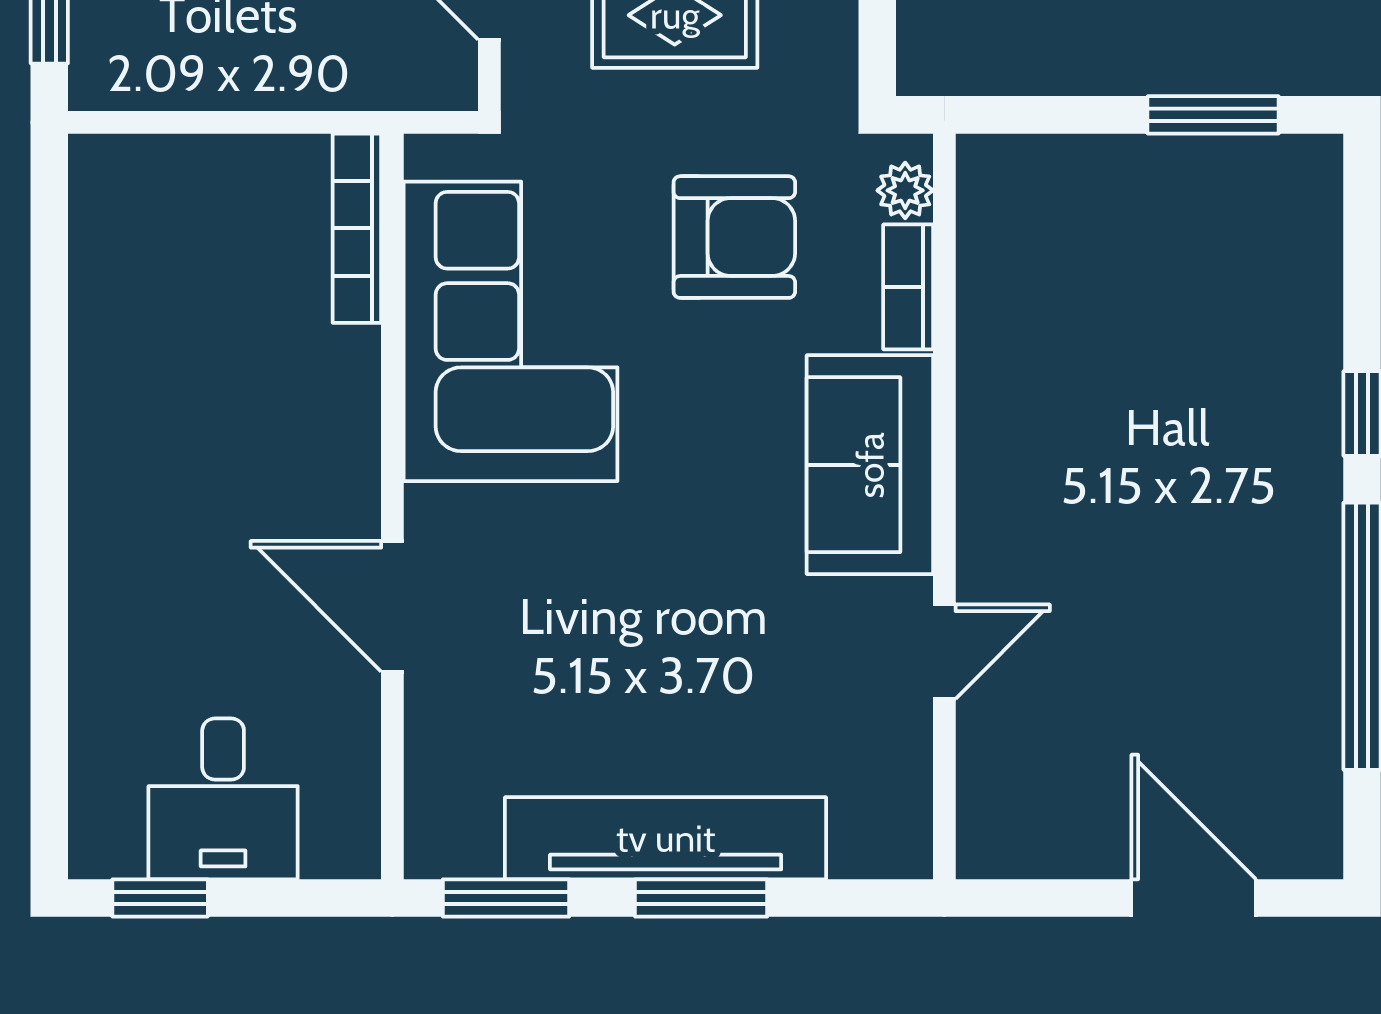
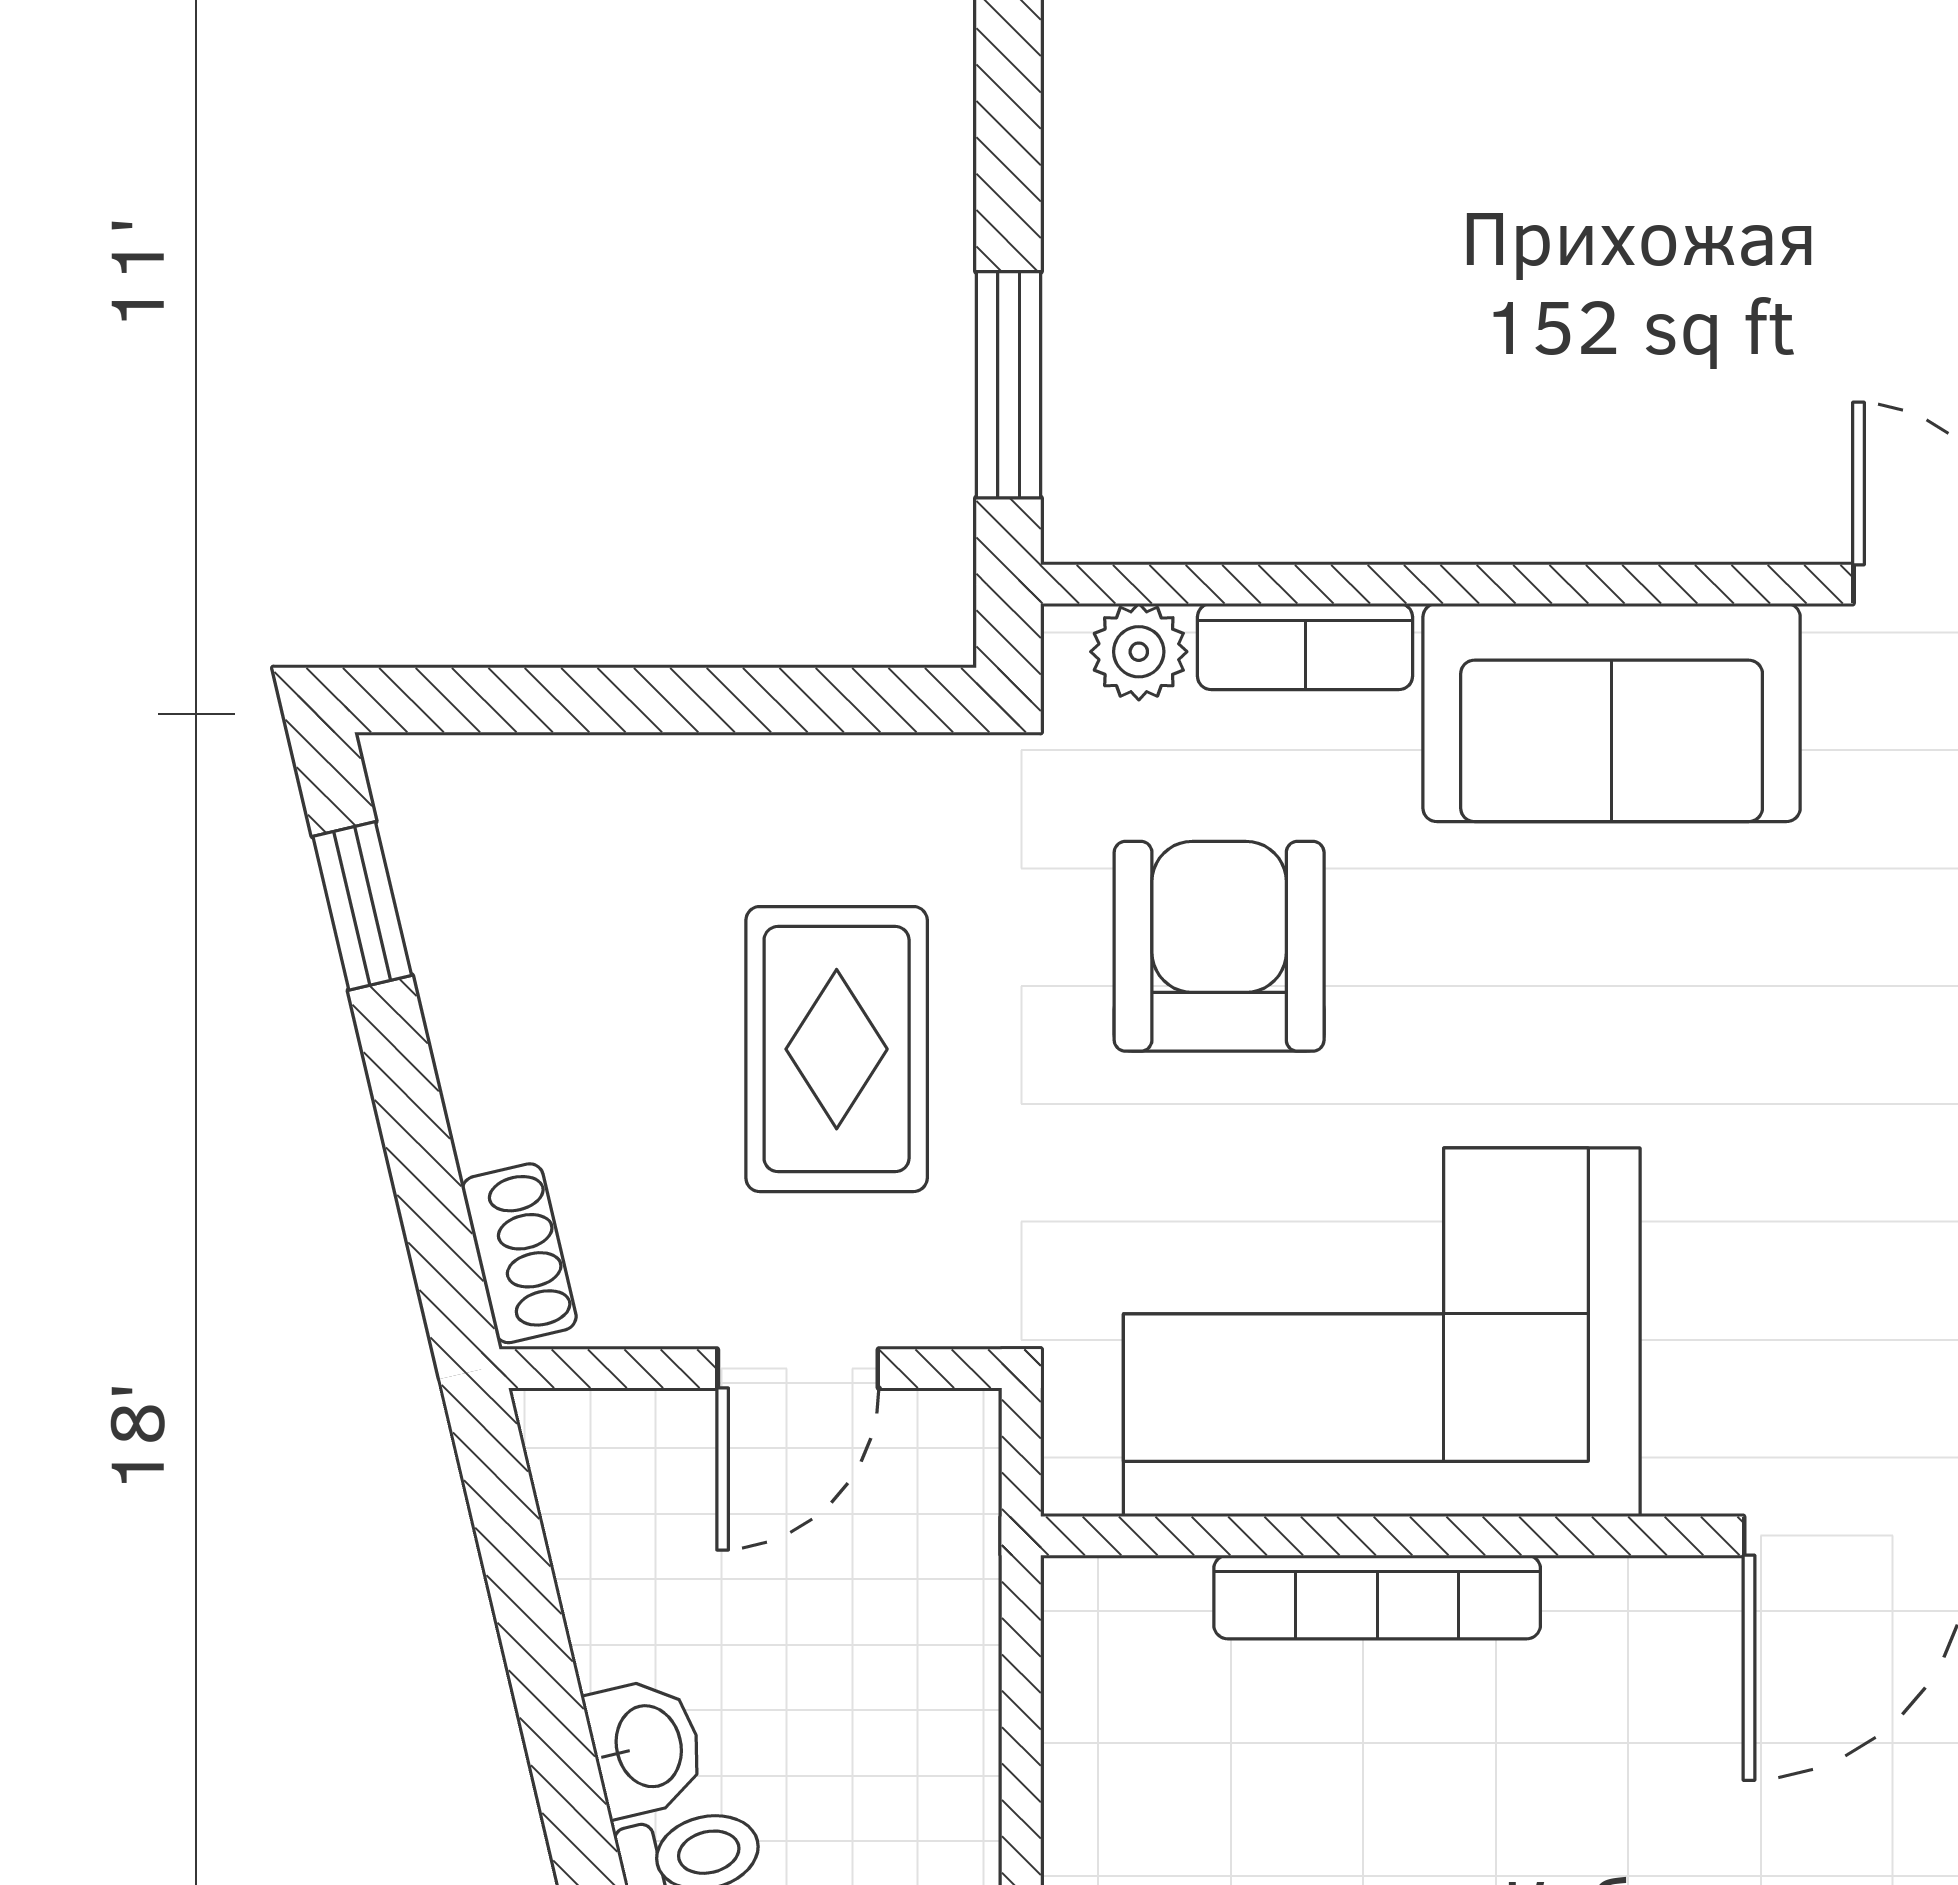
window: (1213, 115) -> (1008, 385), moved
bookcase: (357, 228) -> (1377, 1597), moved

